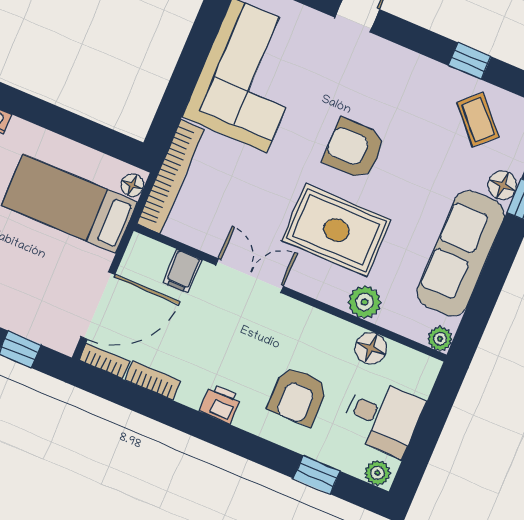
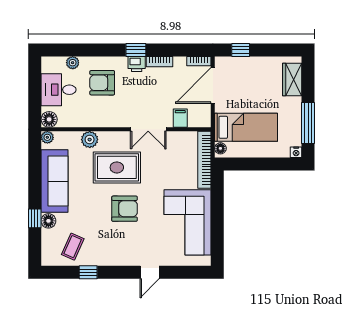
coffee table: (478, 120) -> (73, 247), turned 67
floor lamp: (371, 348) -> (49, 119), moved
bookcase: (153, 381) -> (159, 62), moved
armchair: (298, 396) -> (102, 83), turned -90
plant: (378, 473) -> (73, 63), moved
window: (317, 475) -> (136, 50), moved

